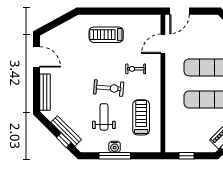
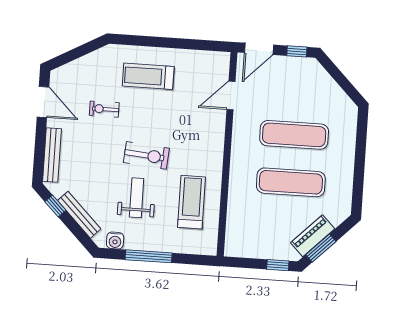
window: (205, 11) -> (297, 51), added
exercise bike: (136, 69) -> (104, 109), moved
window: (64, 140) -> (55, 206), moved
water cooler: (115, 147) -> (115, 241), moved
window: (187, 156) -> (278, 265), moved

